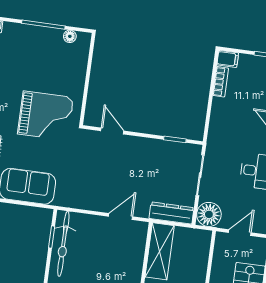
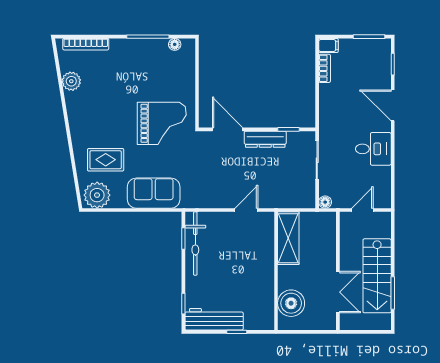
door: (112, 131) -> (228, 129), width x1.38
dresser: (171, 213) -> (265, 139), moved, turned 180
floor lamp: (209, 214) -> (325, 202), width x0.53, depth x0.53

